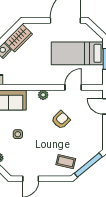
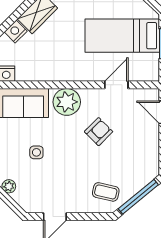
plant: (43, 95) -> (67, 102), width x1.87, depth x1.87

